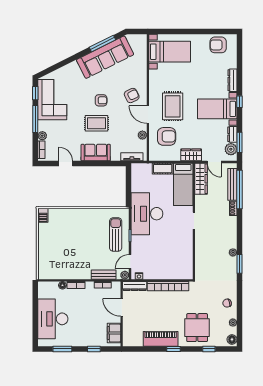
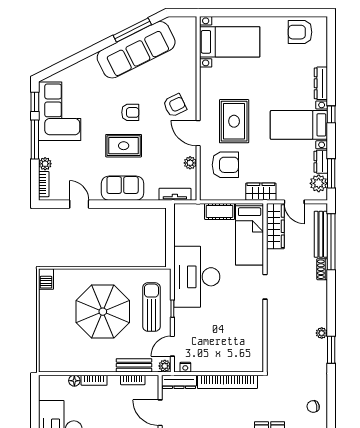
parasol: (82, 238) -> (103, 312), added

